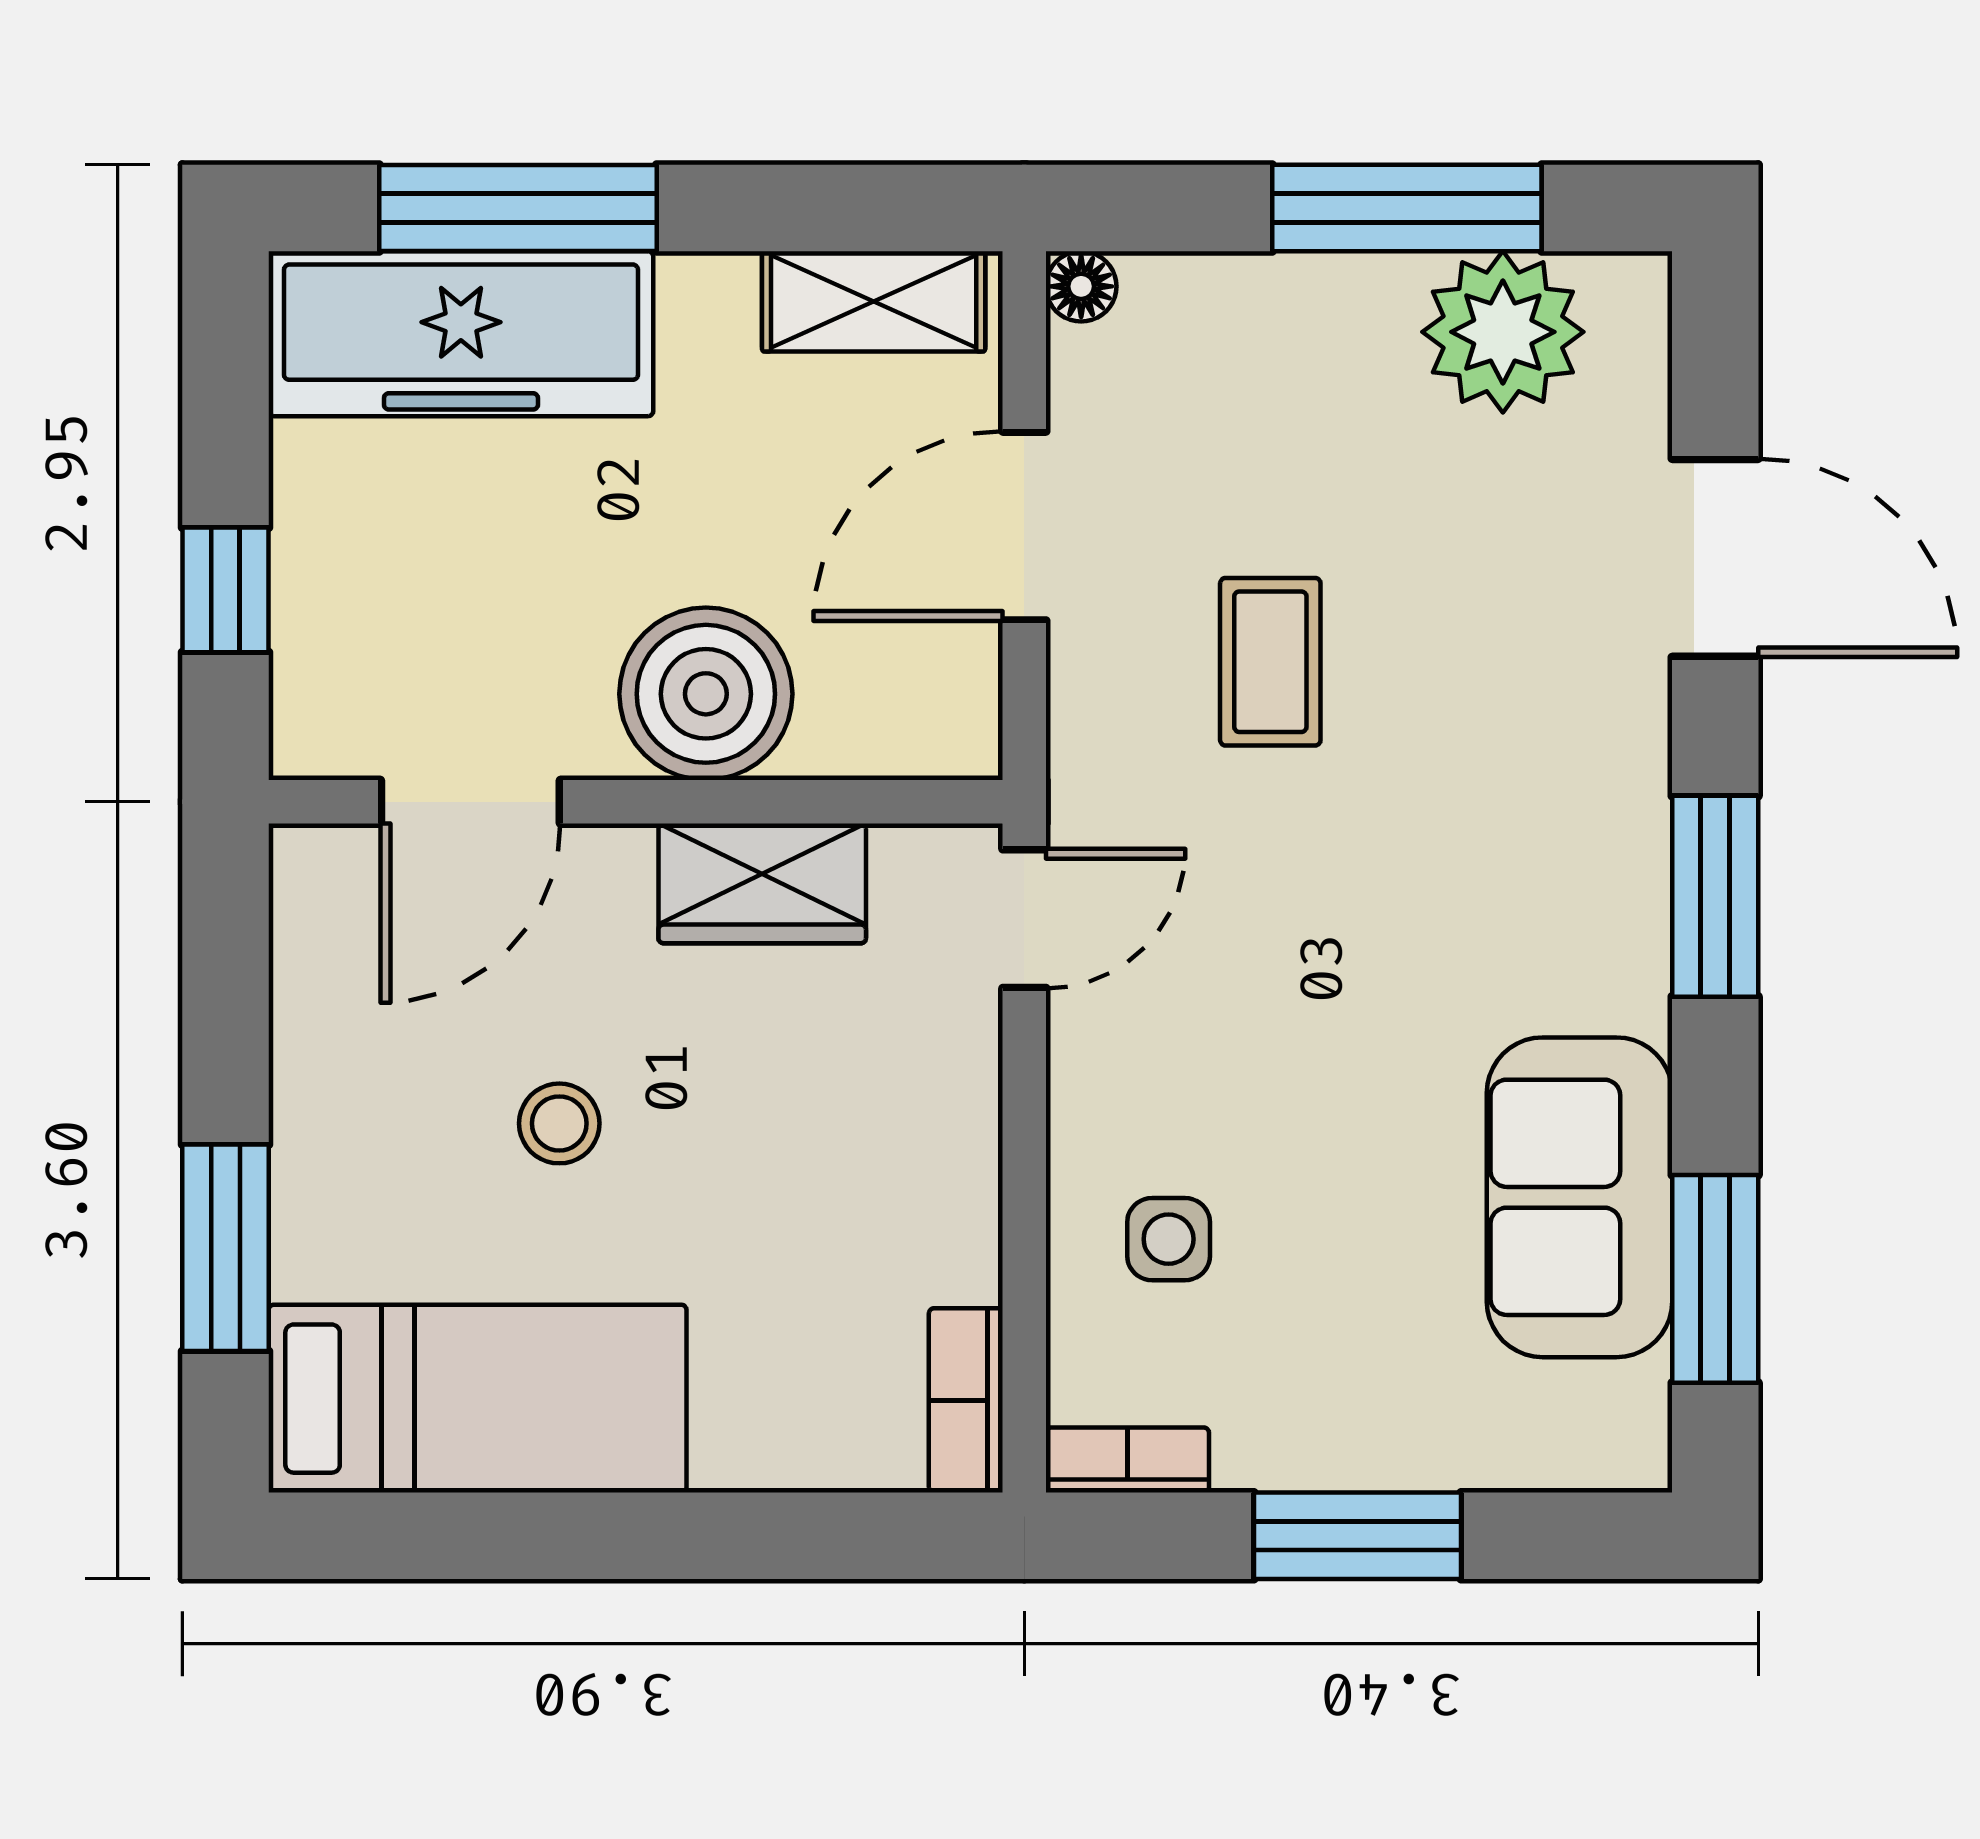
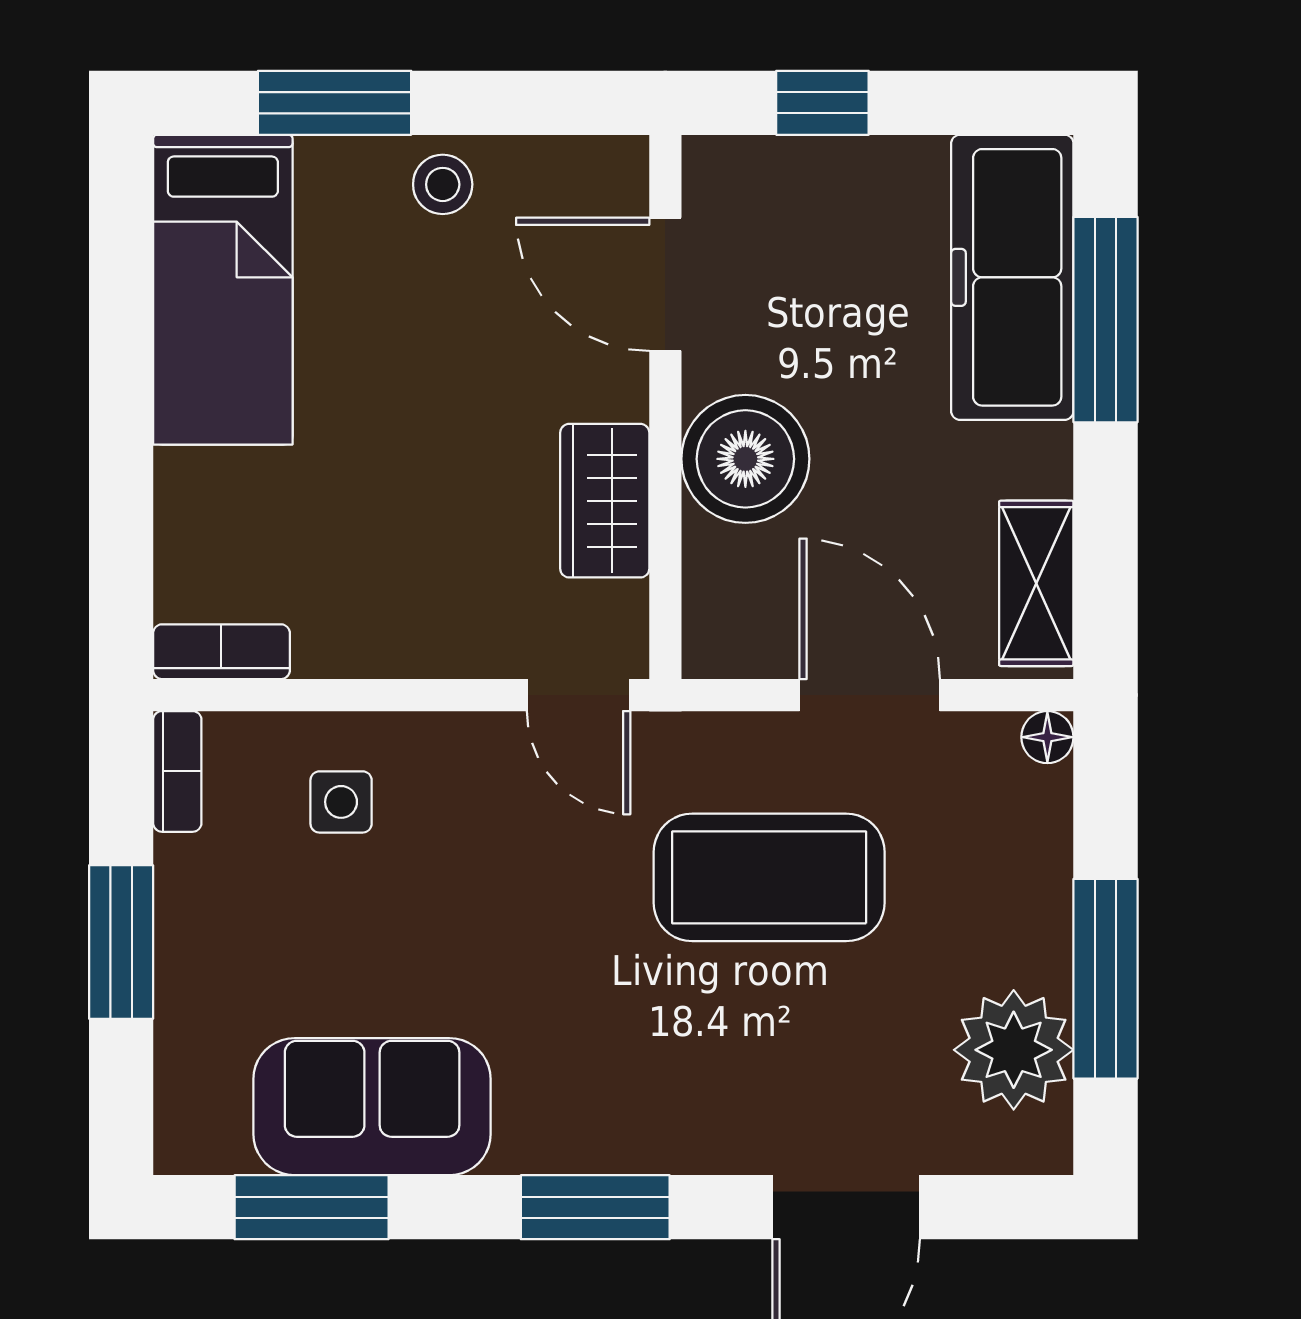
coffee table: (1270, 662) -> (769, 877), width x1.86, depth x1.72
stool: (559, 1123) -> (443, 184), moved

